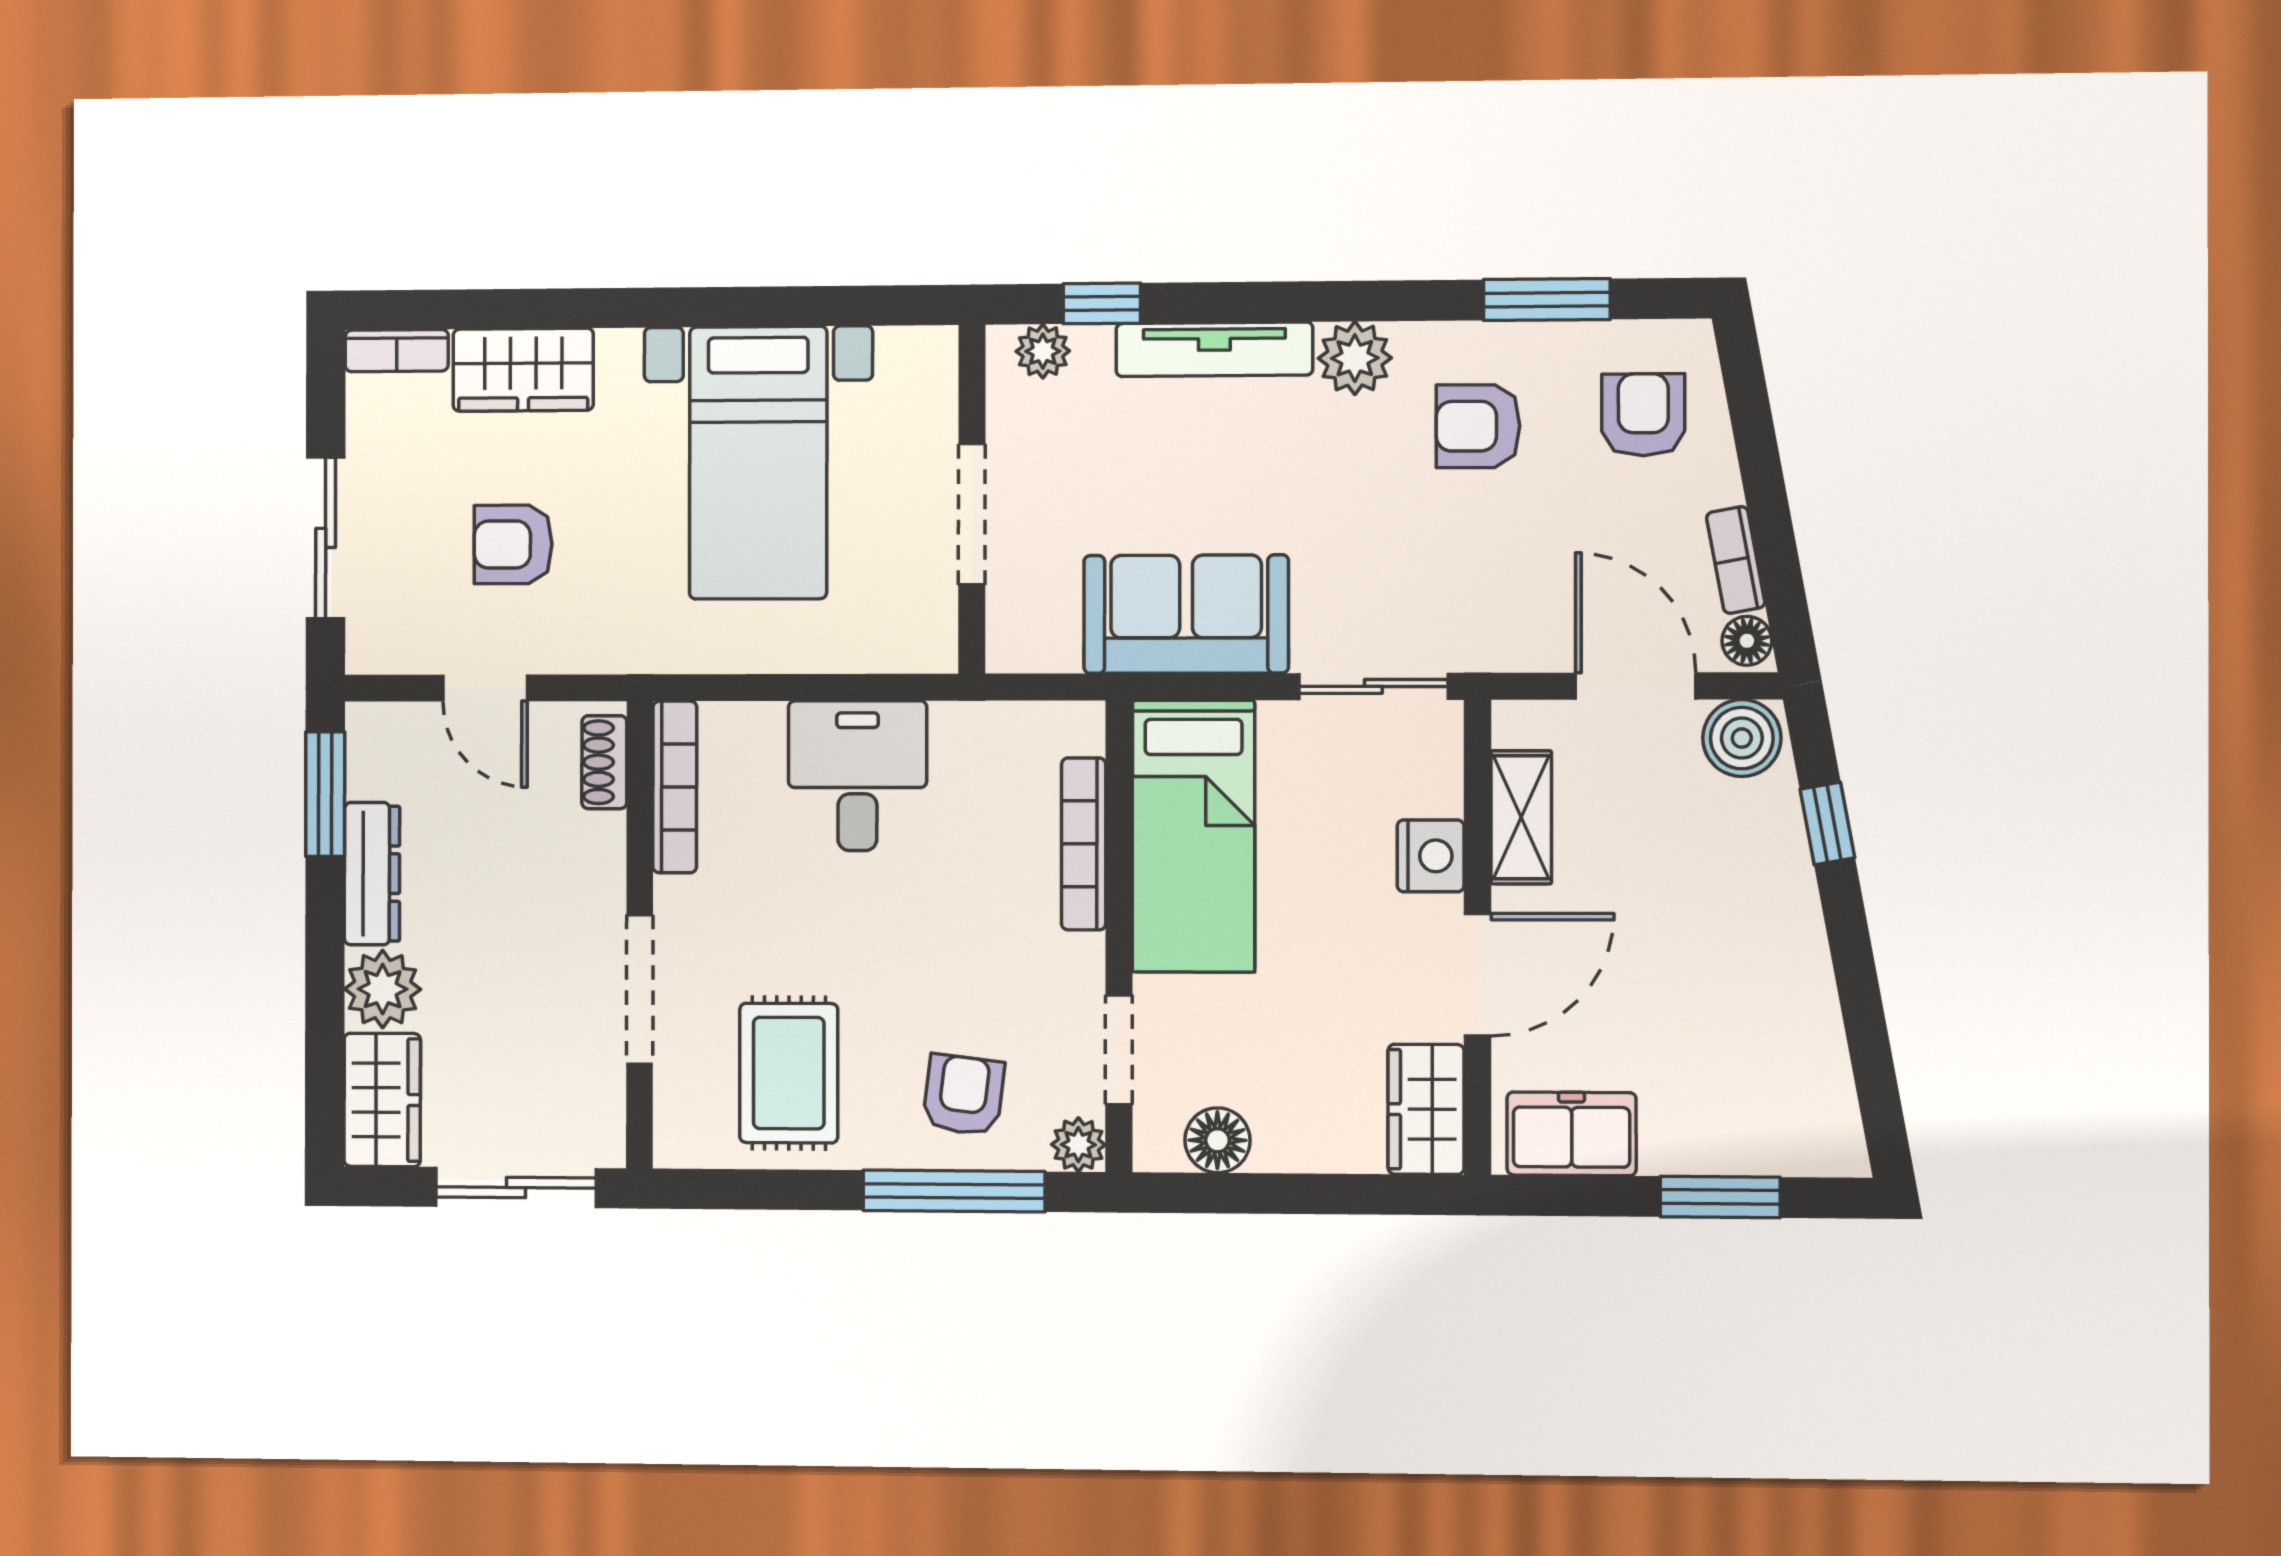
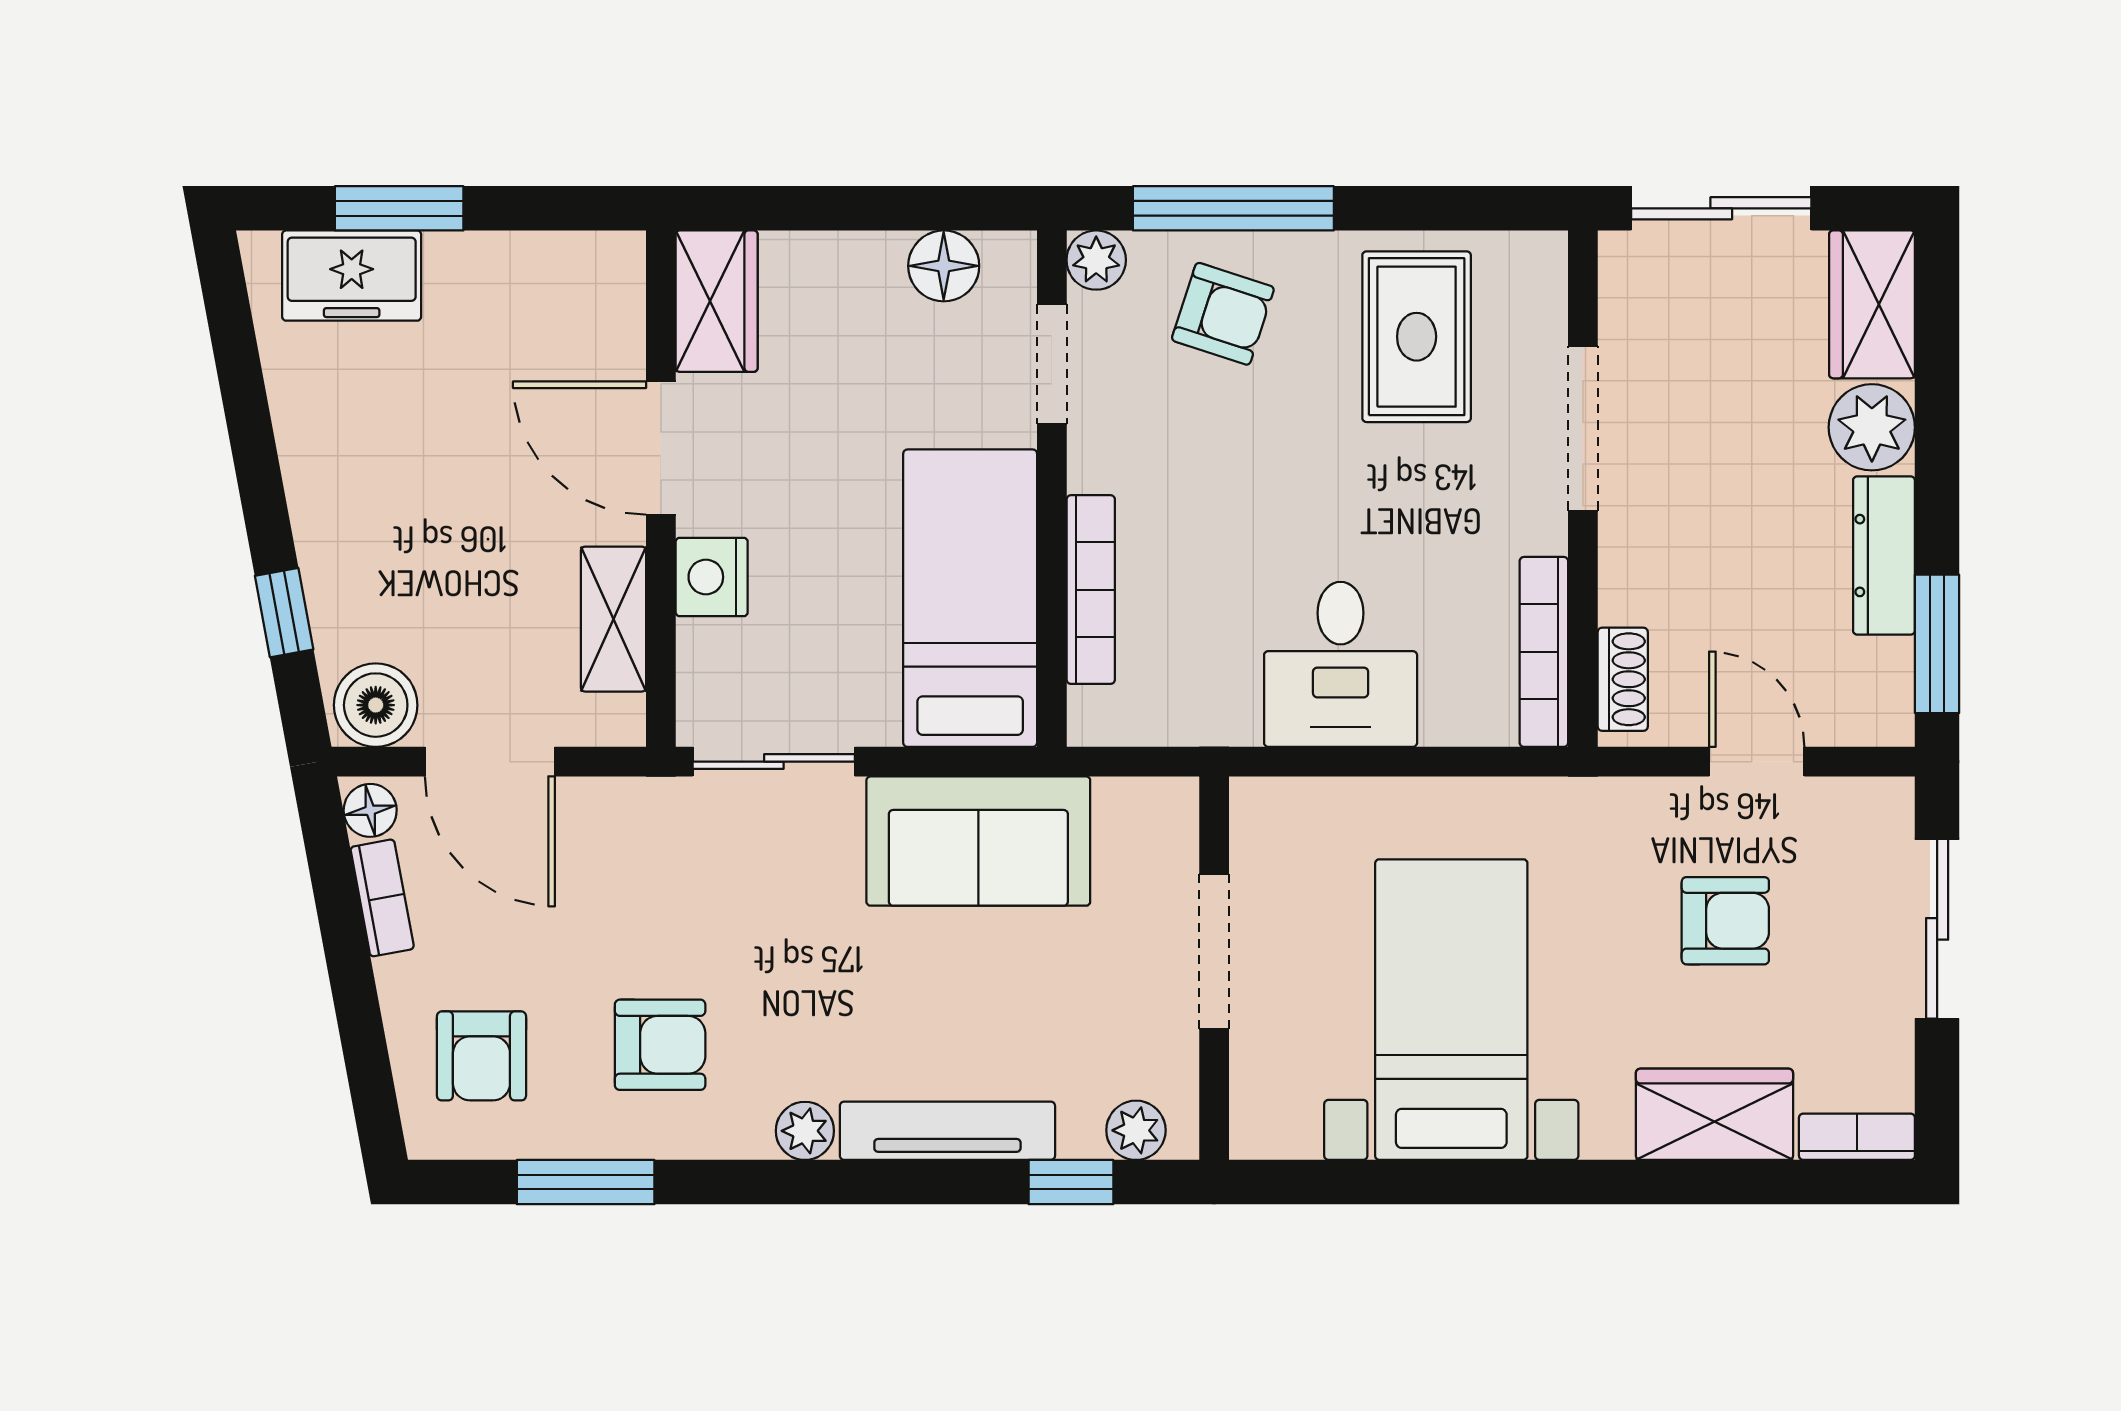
plant: (1355, 358) -> (805, 1131), width x0.73, depth x0.73
door: (1477, 975) -> (661, 448), hinge flipped
armchair: (963, 1095) -> (1223, 314), turned -79
freezer: (1572, 1134) -> (352, 276), moved

